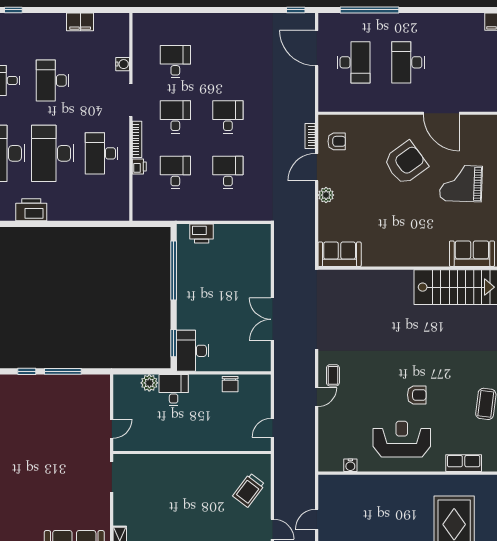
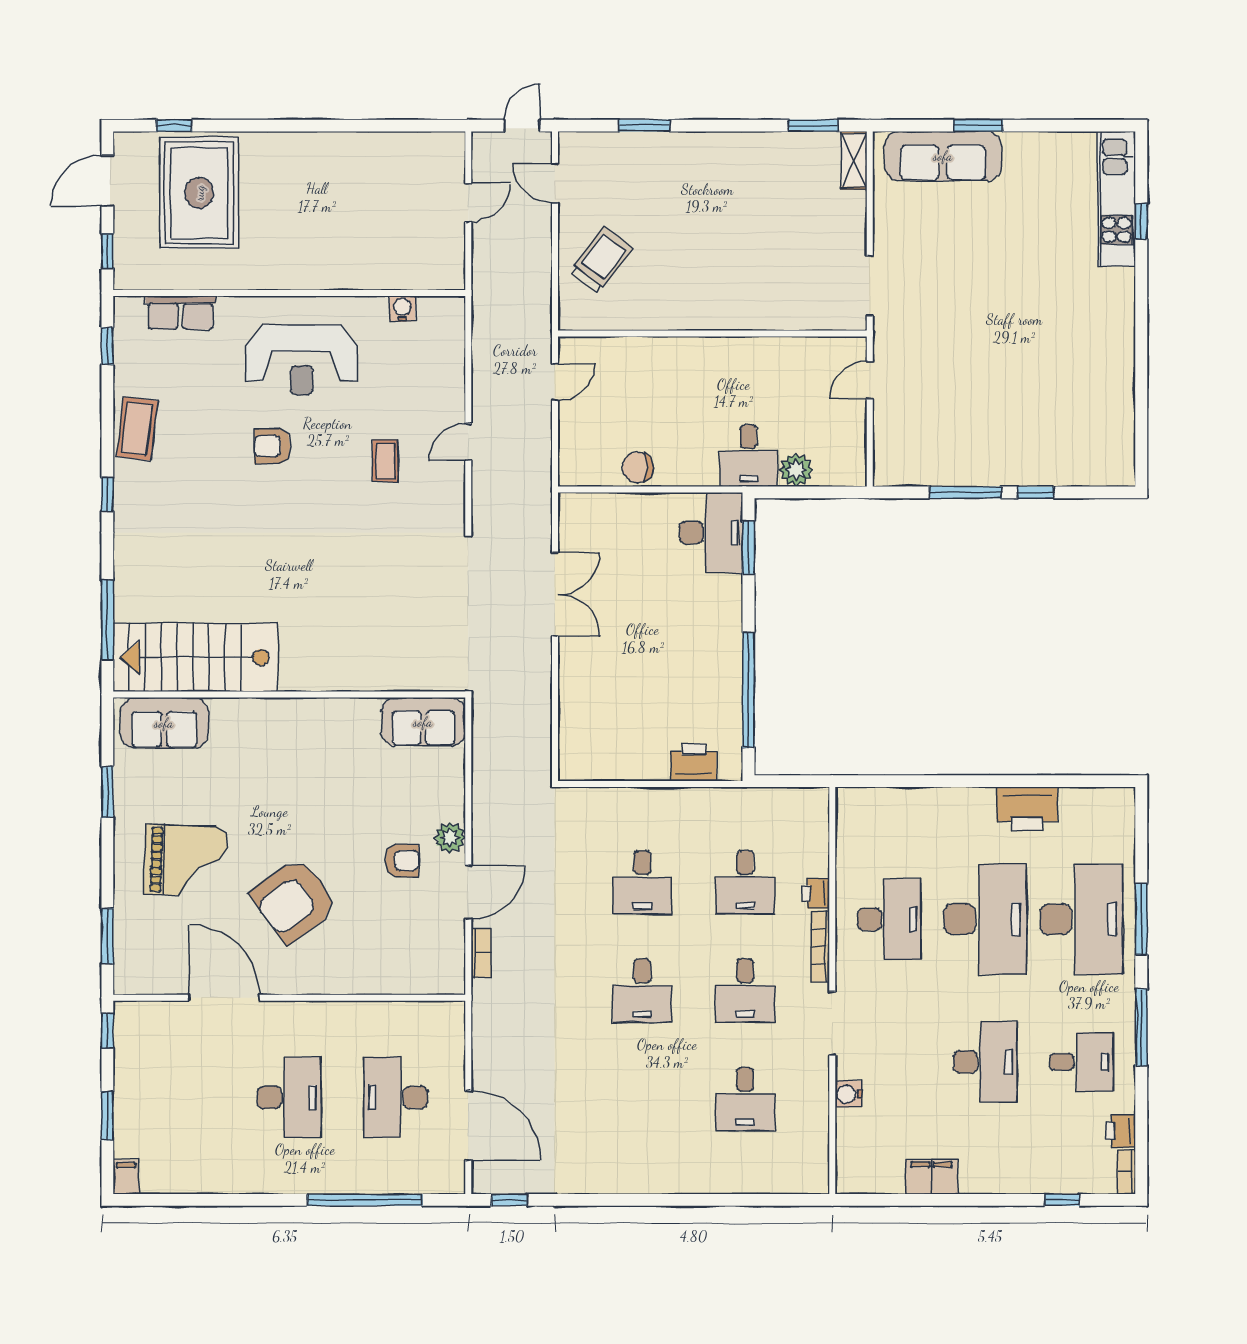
armchair: (337, 141) -> (402, 861), moved, turned 180
coffee table: (333, 375) -> (385, 461), moved
chair: (230, 384) -> (638, 467), turned -90

